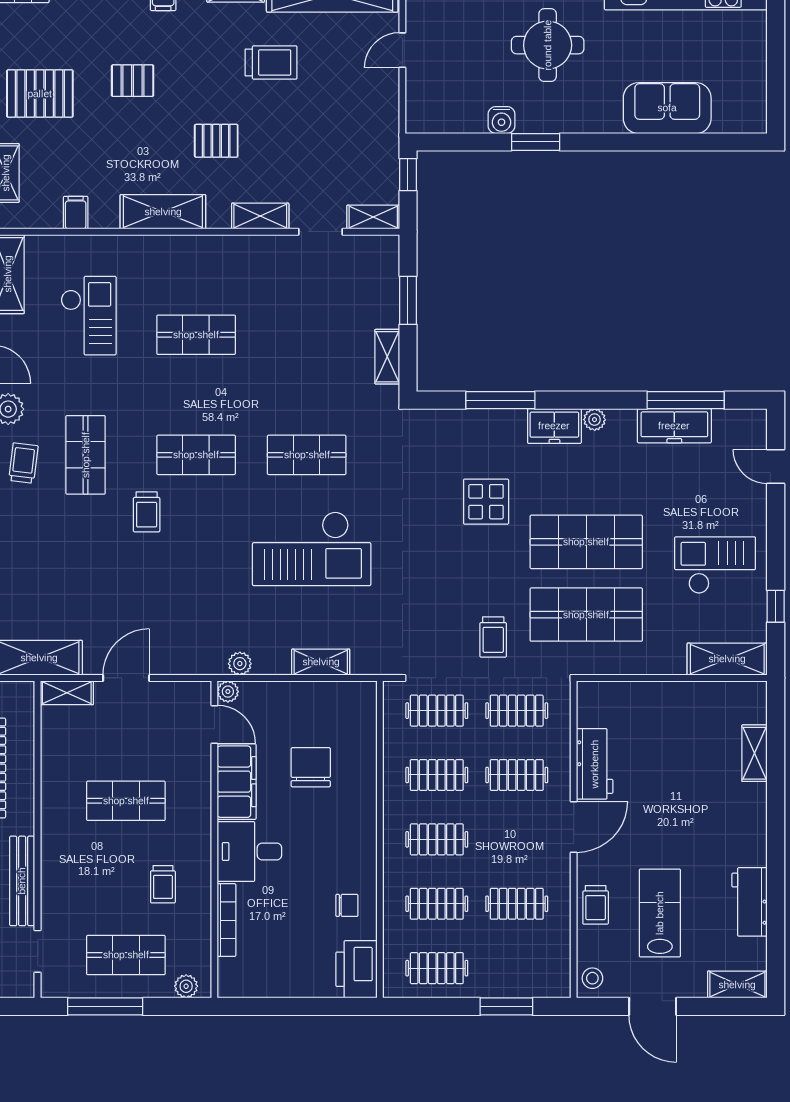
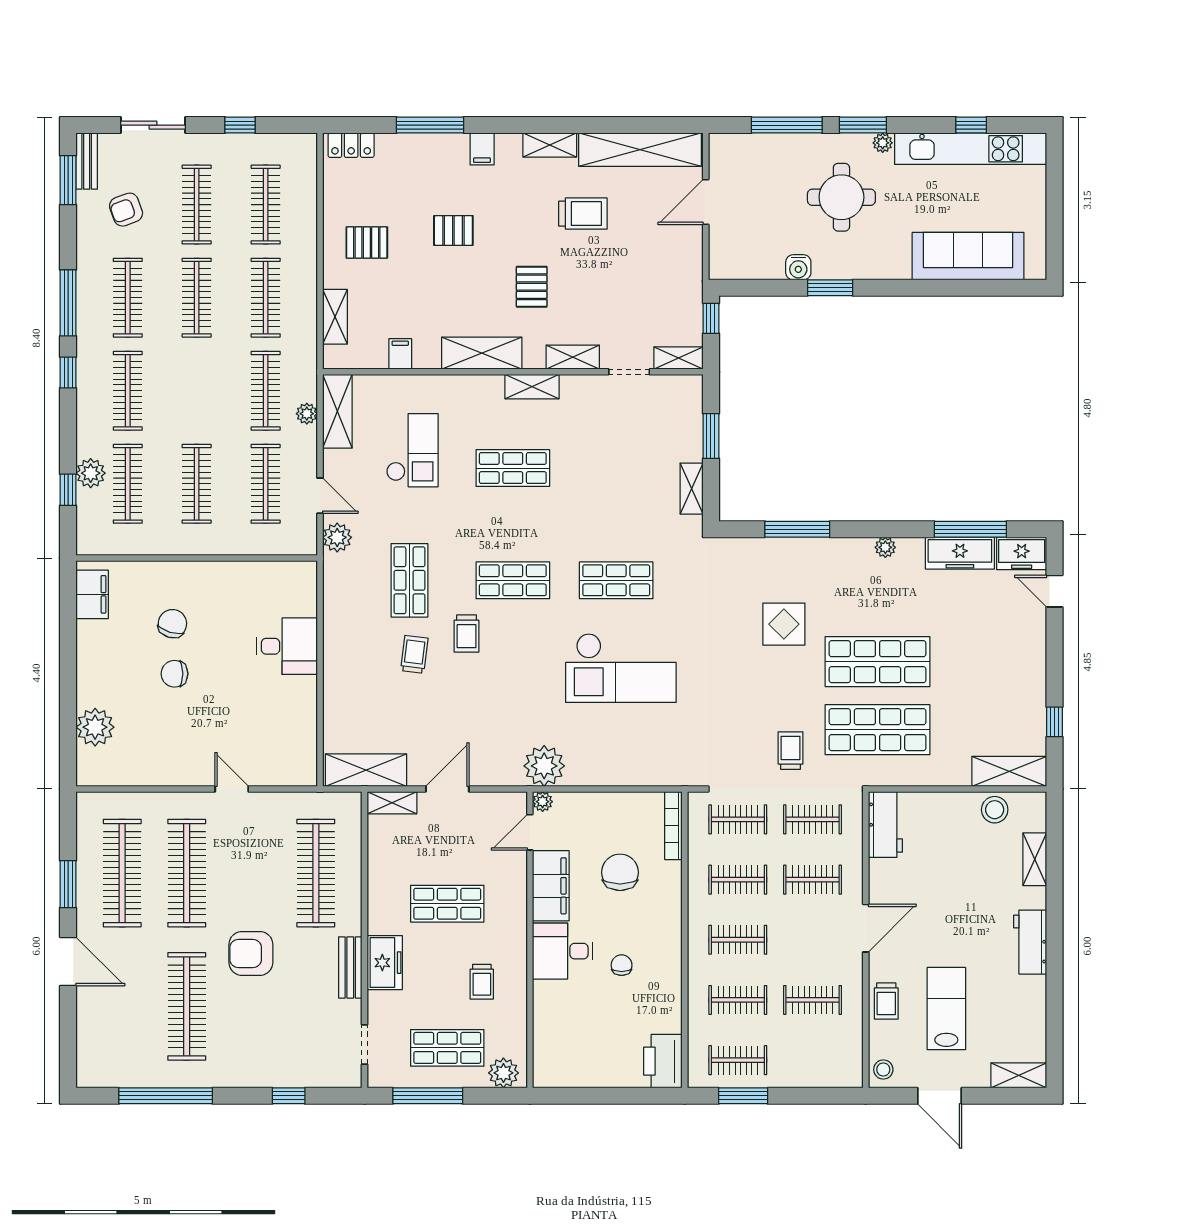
door: (402, 50) -> (706, 202), width x1.38
pallet: (40, 94) -> (367, 243), width x0.67, depth x0.71
sofa: (667, 108) -> (968, 256), width x1.36
pallet: (216, 141) -> (532, 287), turned 90
freezer: (554, 426) -> (1022, 553), moved
trolley: (23, 463) -> (414, 654), moved
checkout: (715, 565) -> (998, 683), removed
trolley: (493, 637) -> (791, 751), turned 180
shelving: (321, 662) -> (532, 387), moved
plant: (240, 664) -> (544, 766), width x1.88, depth x1.88
stool: (712, 700) -> (995, 810), added
door: (214, 724) -> (530, 832), swing flipped
workbench: (595, 764) -> (885, 824), moved
freezer: (59, 864) -> (385, 963), added
bench: (22, 881) -> (350, 967), width x0.73
workbench: (750, 902) -> (1030, 942), moved
chair: (347, 905) -> (622, 965), moved, turned -90
bookcase: (226, 920) -> (673, 826), moved, turned 180
plant: (186, 986) -> (503, 1073), width x1.38, depth x1.38
window: (506, 1006) -> (743, 1096), moved

